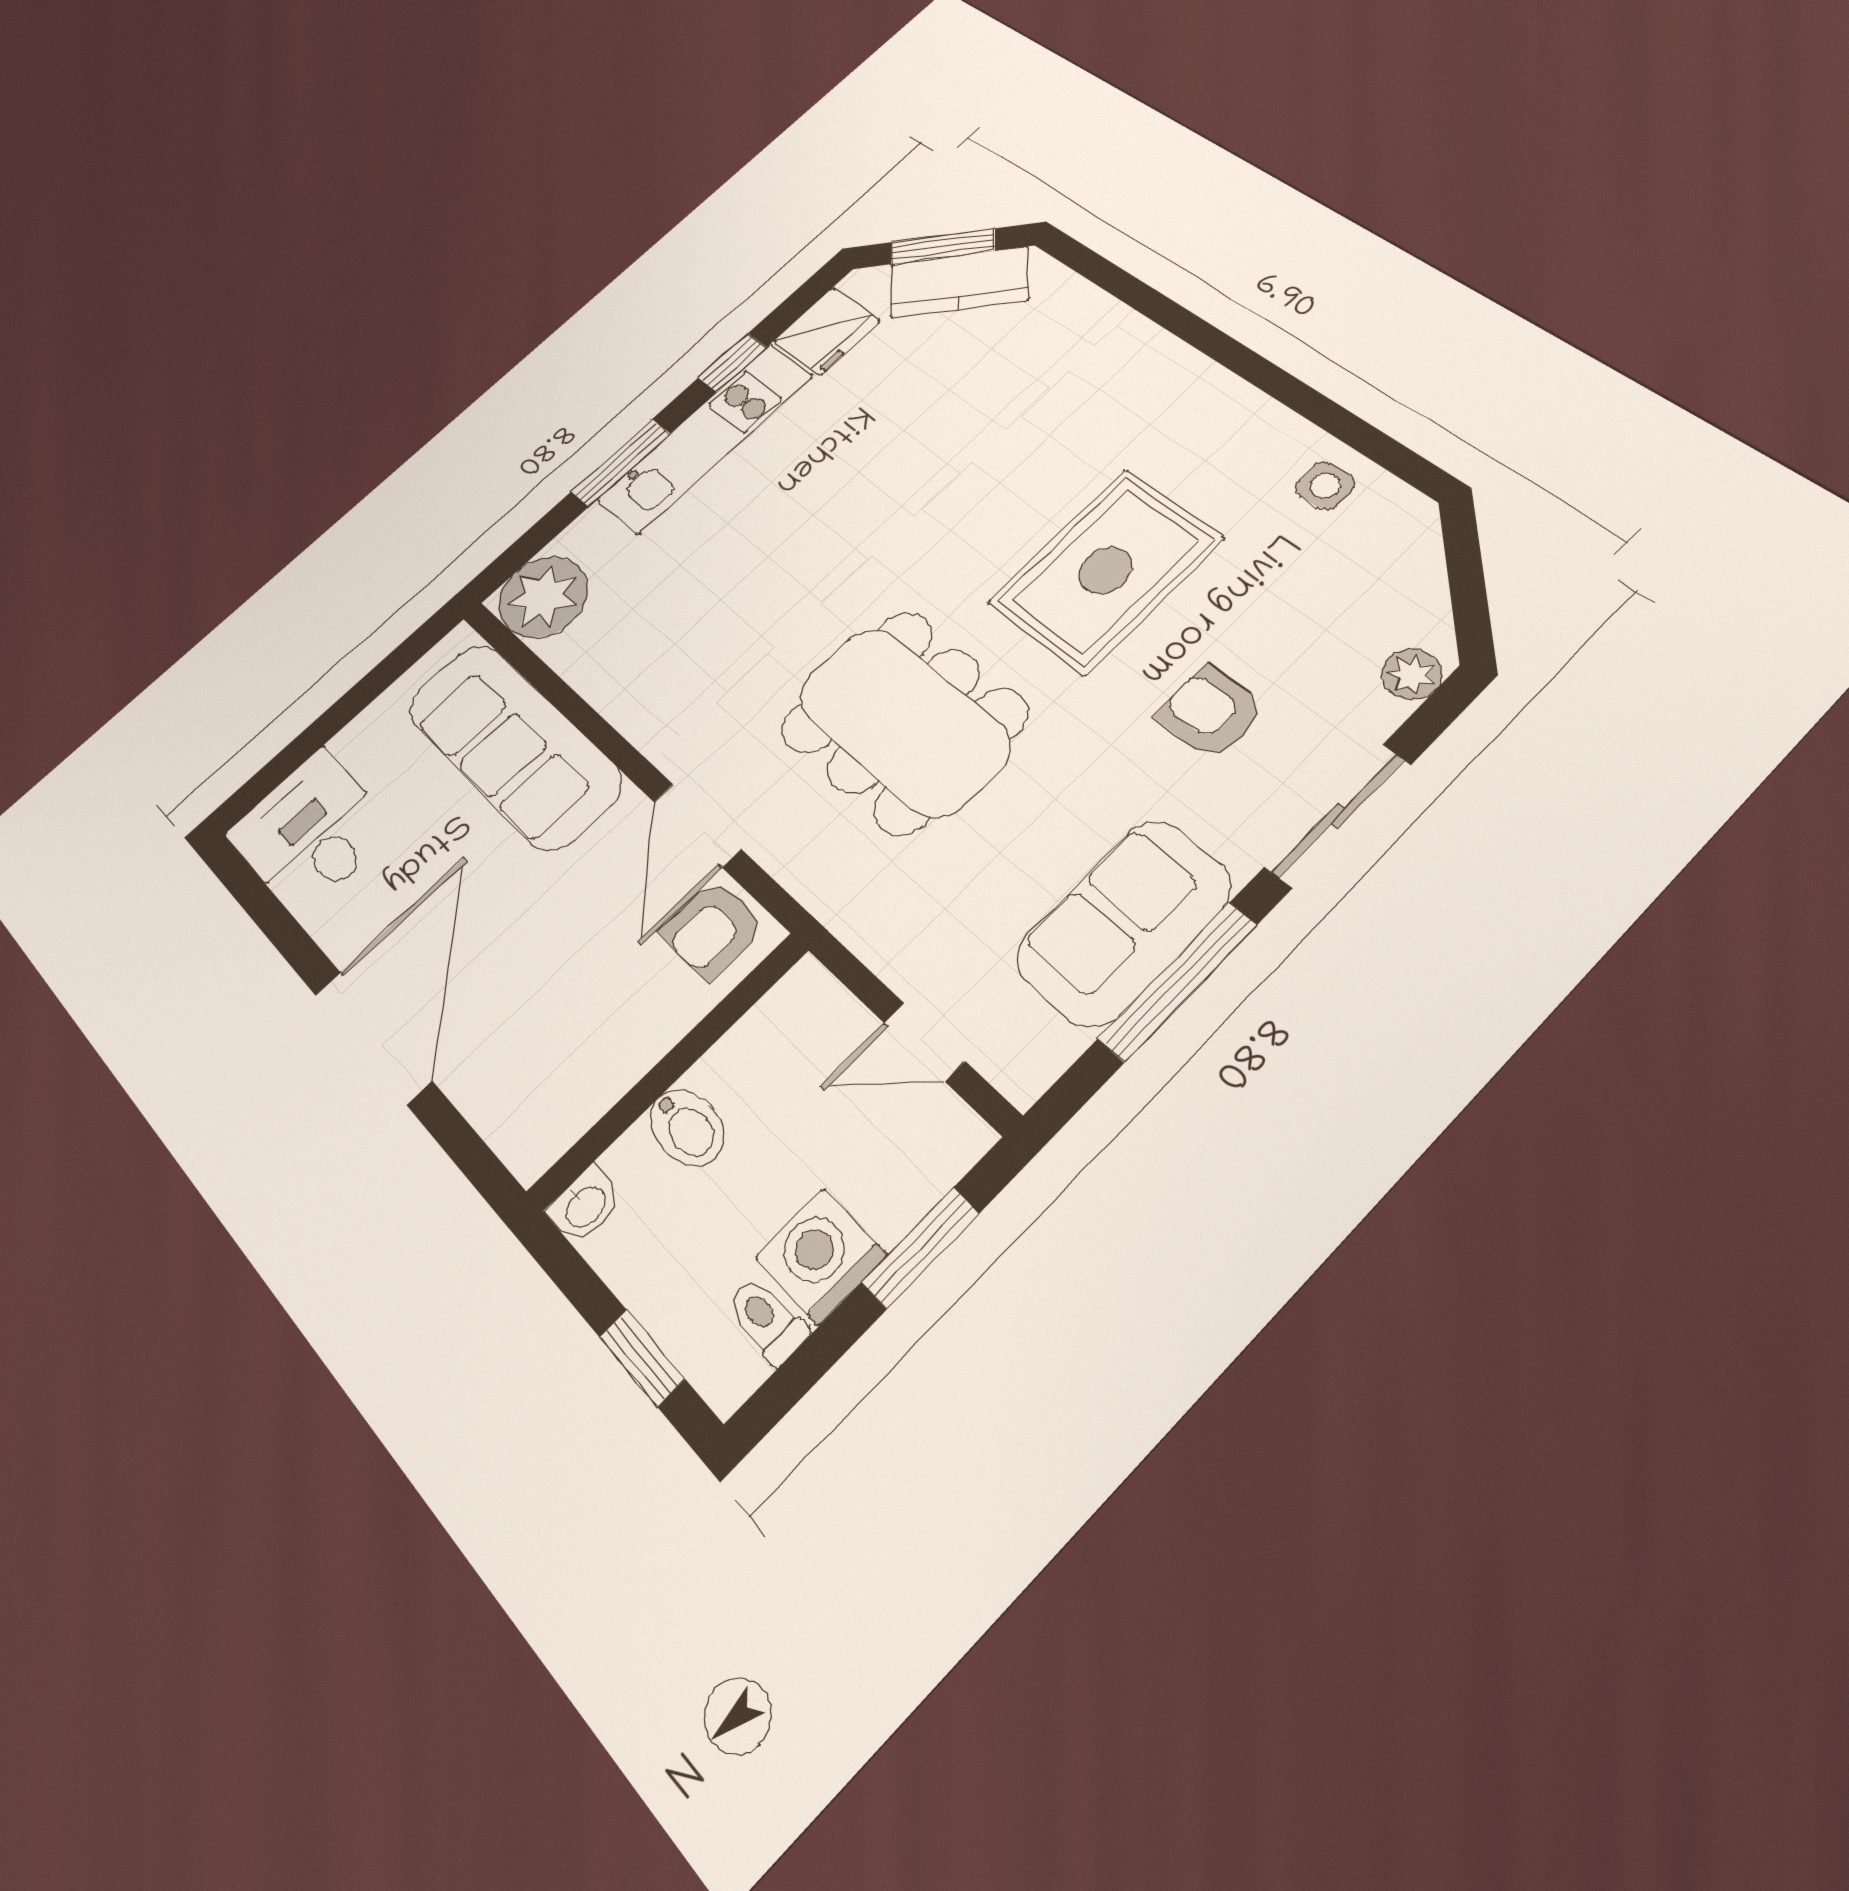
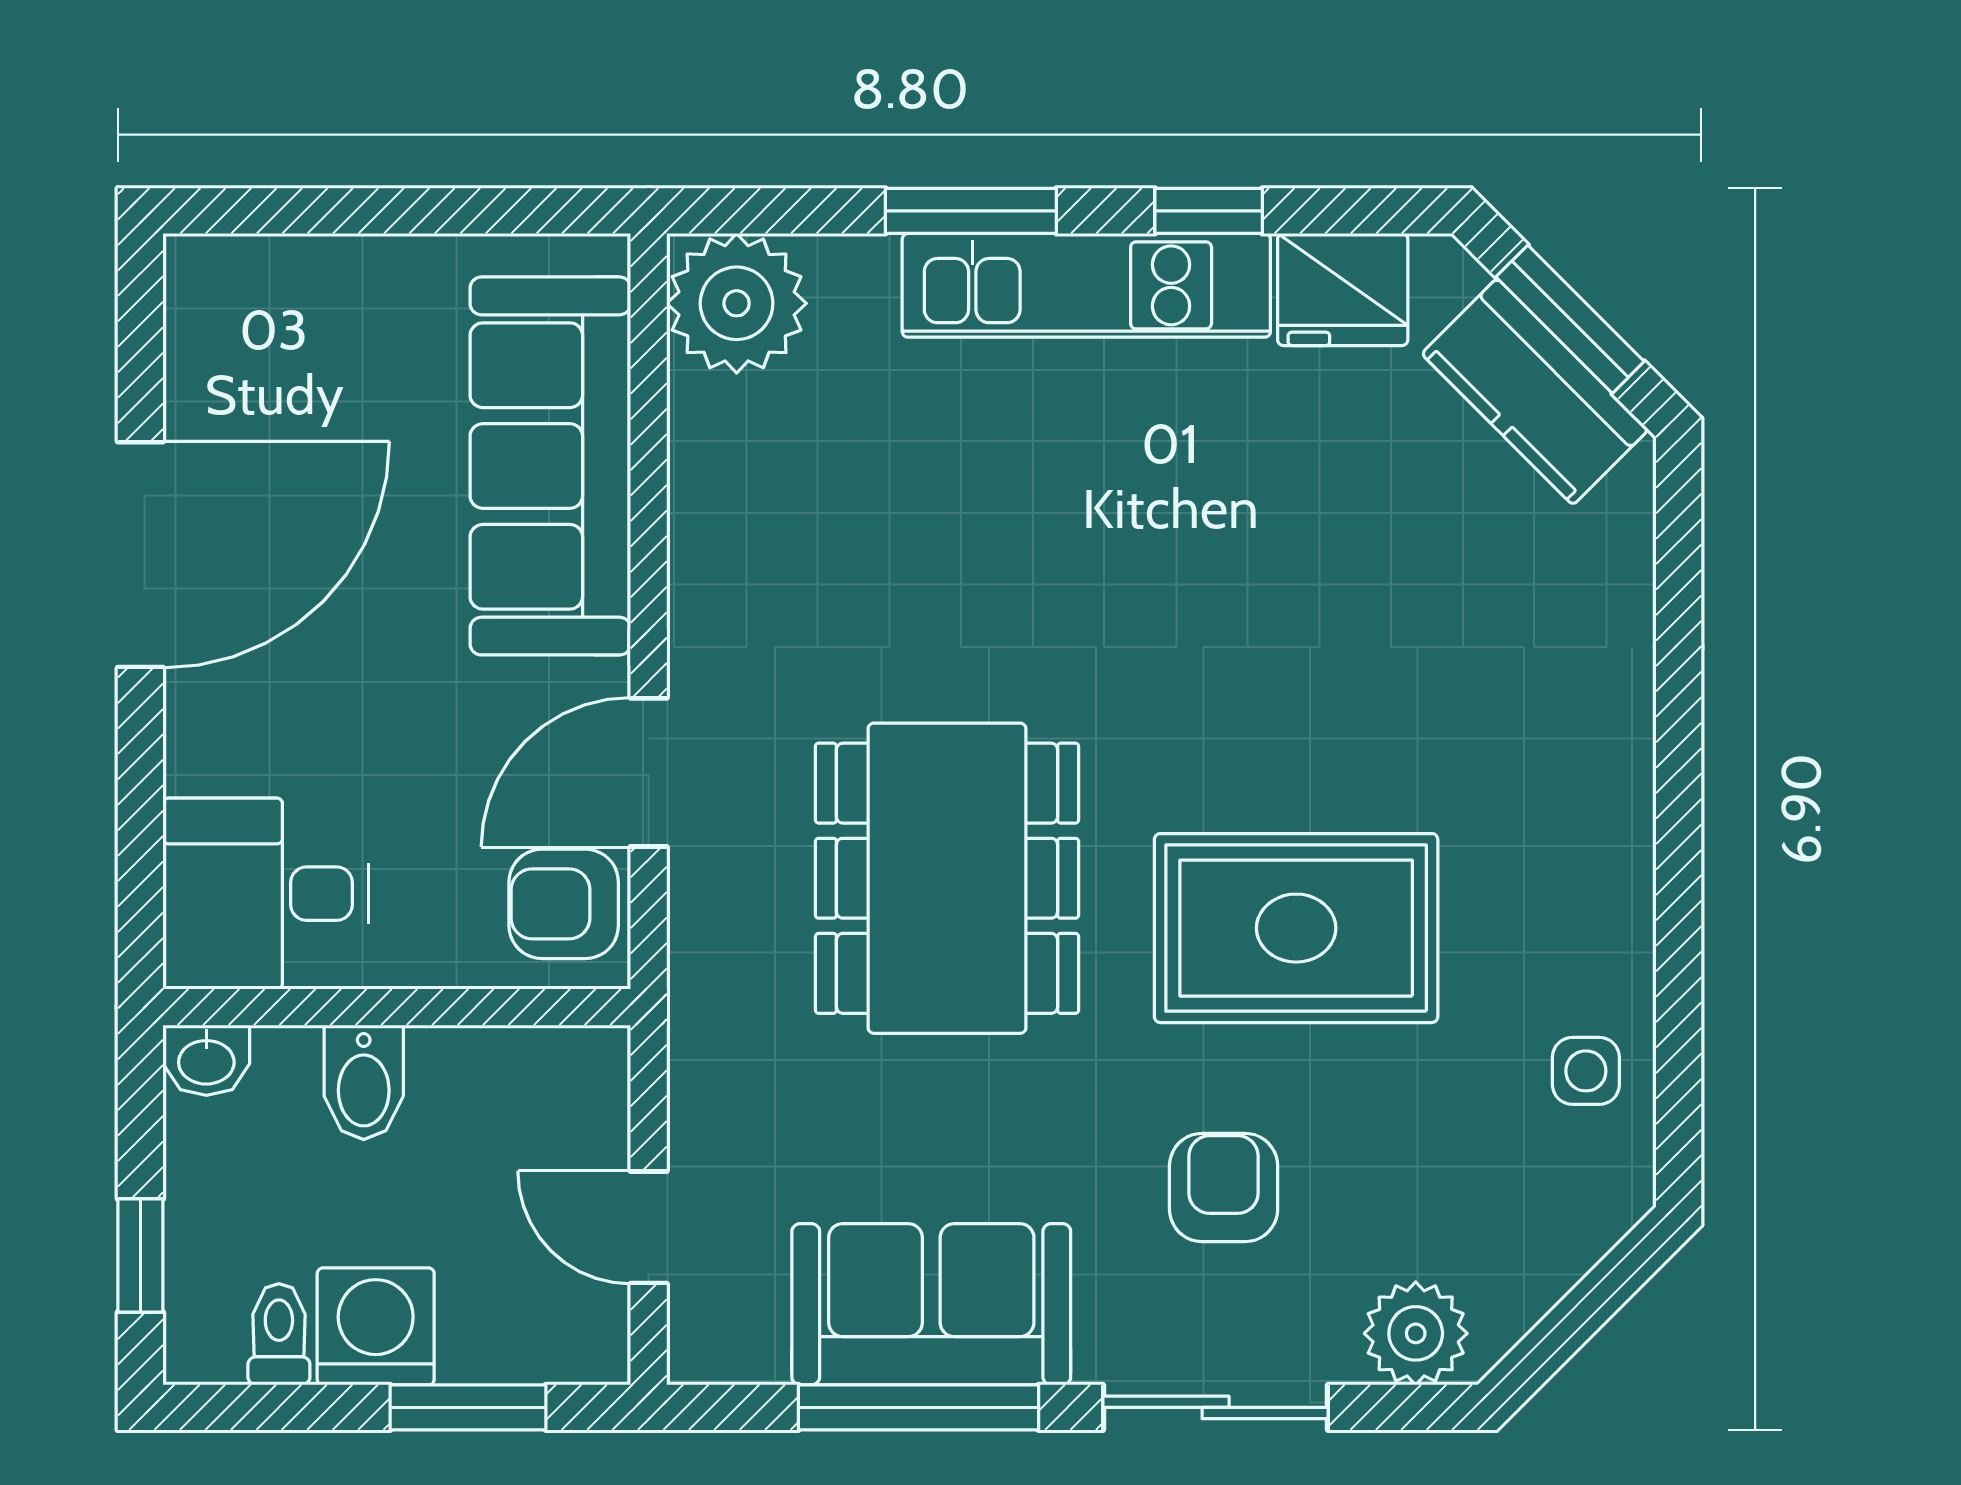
plant: (1412, 674) -> (1416, 1333), width x1.38, depth x1.38
desk: (311, 832) -> (266, 894), moved, turned -90
door: (373, 1037) -> (140, 555), moved

